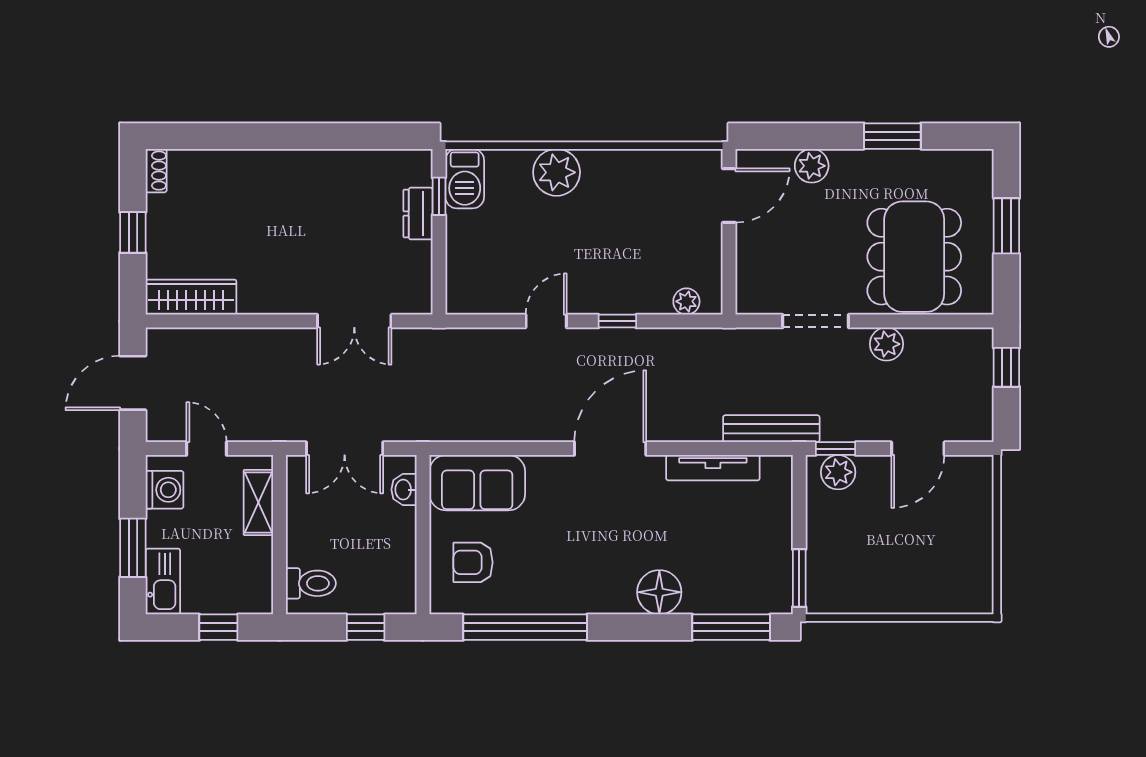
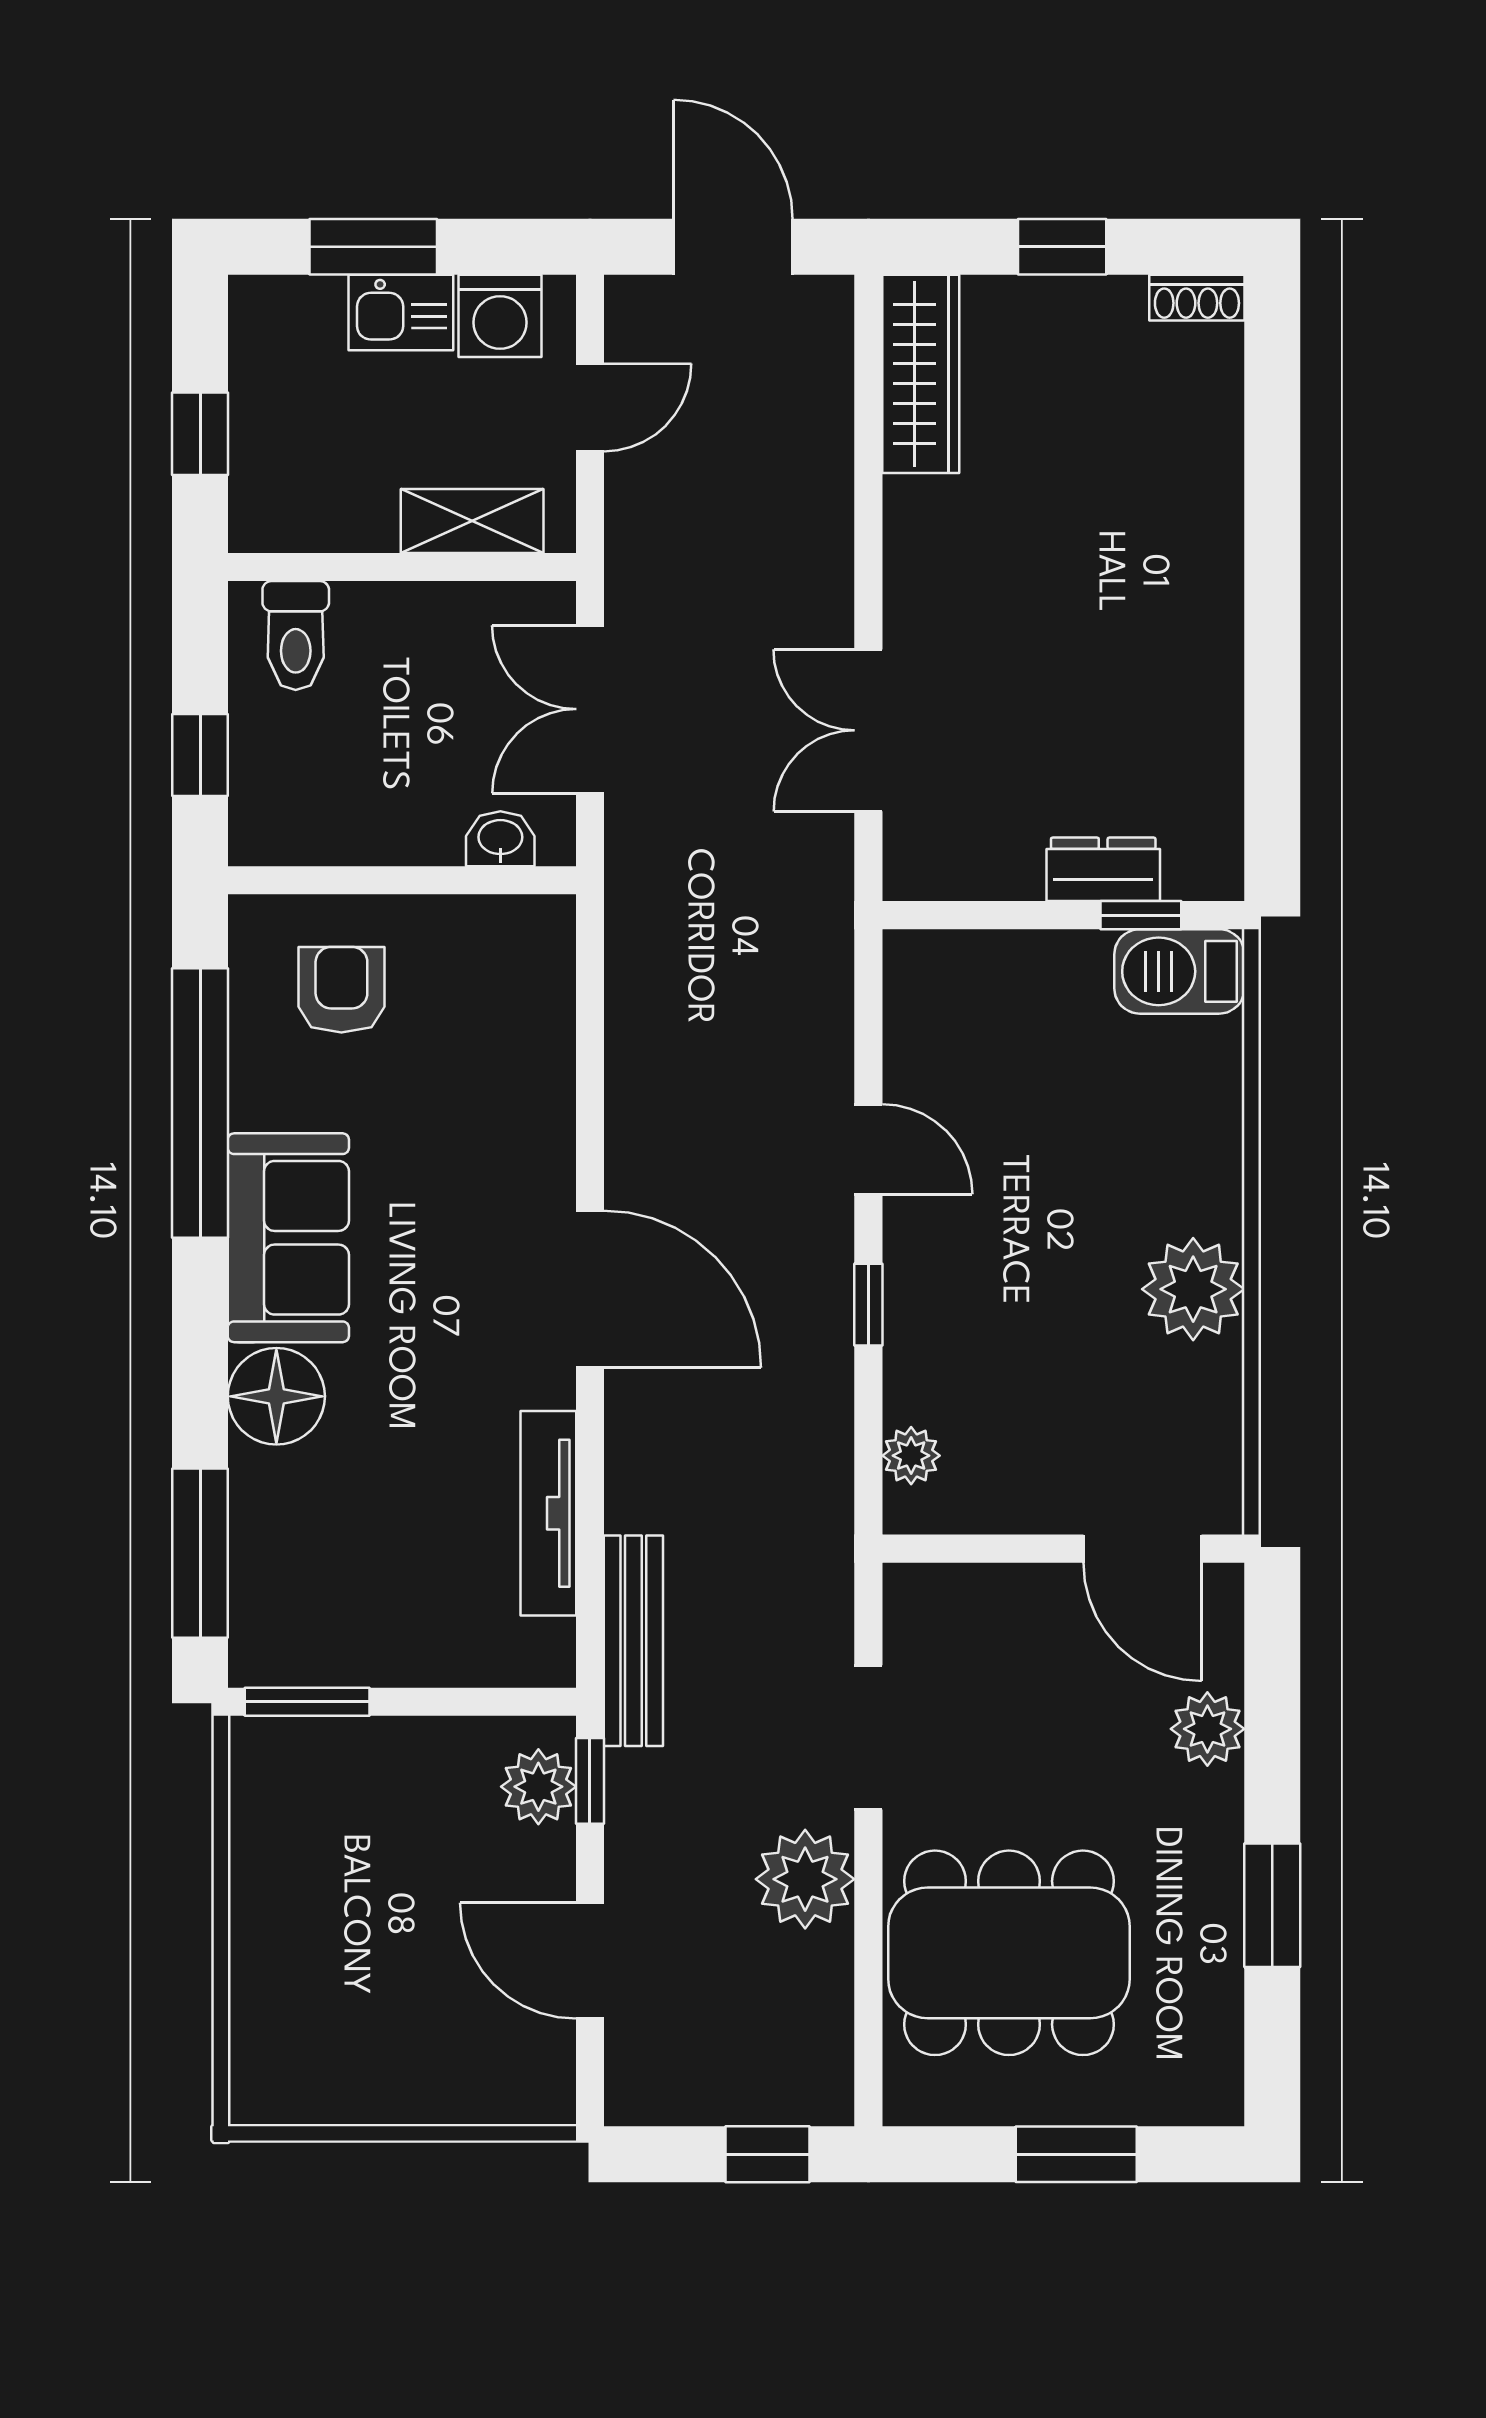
plant: (557, 172) -> (1193, 1289), moved
plant: (886, 344) -> (805, 1879), width x1.36, depth x1.36
sofa: (477, 483) -> (288, 1238), moved, turned 180
kitchen sink: (163, 582) -> (401, 312), moved, width x0.73

